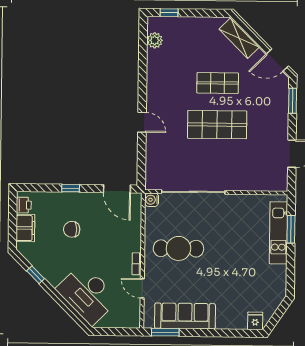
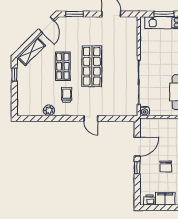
window: (169, 13) -> (14, 75), moved
plant: (155, 40) -> (49, 110), moved
trolley: (176, 88) -> (67, 95), added
door: (142, 122) -> (91, 118), swing flipped
door: (117, 189) -> (137, 147), moved

